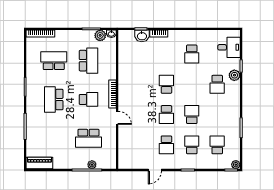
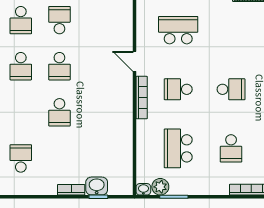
school desk: (54, 61) -> (231, 148), width x0.54
school desk: (54, 99) -> (231, 89), width x0.54
school desk: (166, 115) -> (59, 66), turned 180

